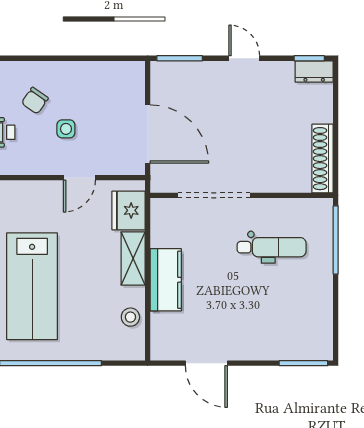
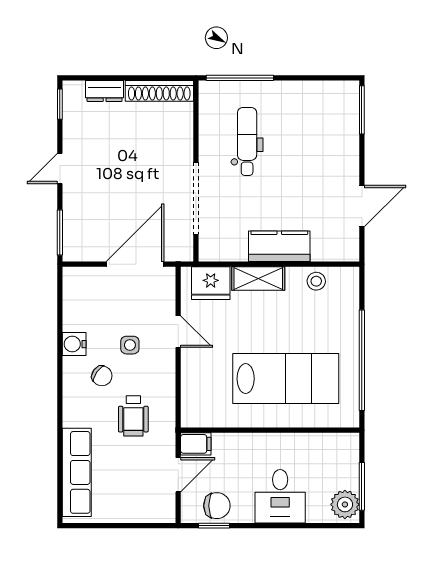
dresser: (314, 71) -> (105, 91), moved, turned 90
water cooler: (67, 73) -> (74, 344), added

